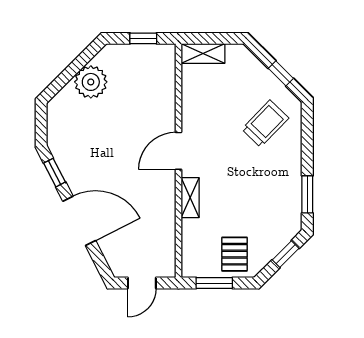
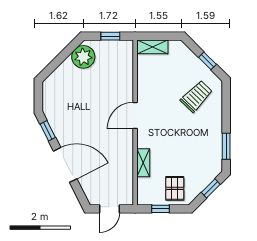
plant: (91, 82) -> (83, 57), moved
shelving: (190, 198) -> (143, 163), moved
window: (214, 283) -> (160, 209), width x0.67

